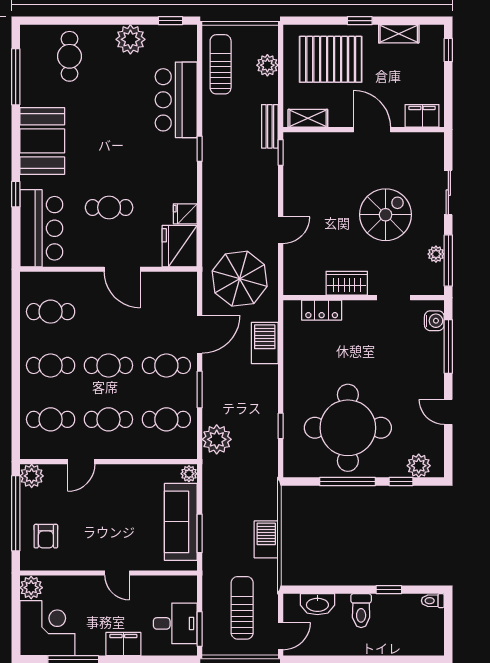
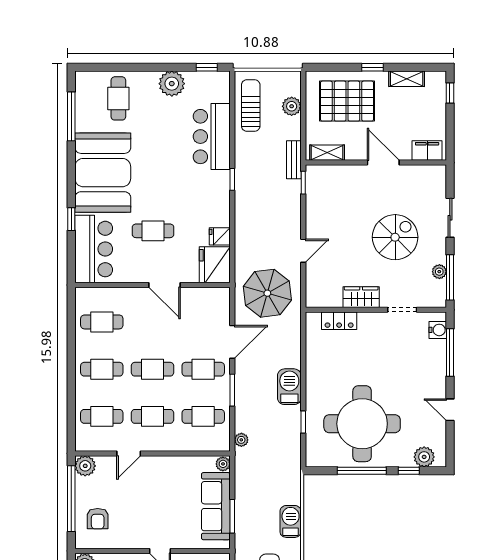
booth: (42, 141) -> (103, 173), width x1.36, depth x1.42
barbecue: (265, 343) -> (289, 387), moved
plant: (217, 439) -> (241, 440), width x0.53, depth x0.53

